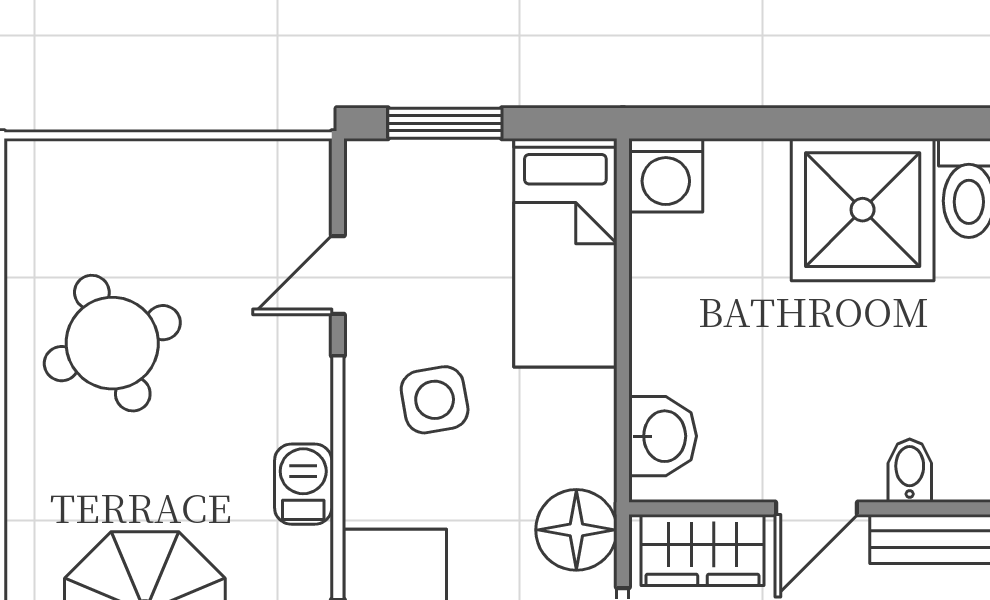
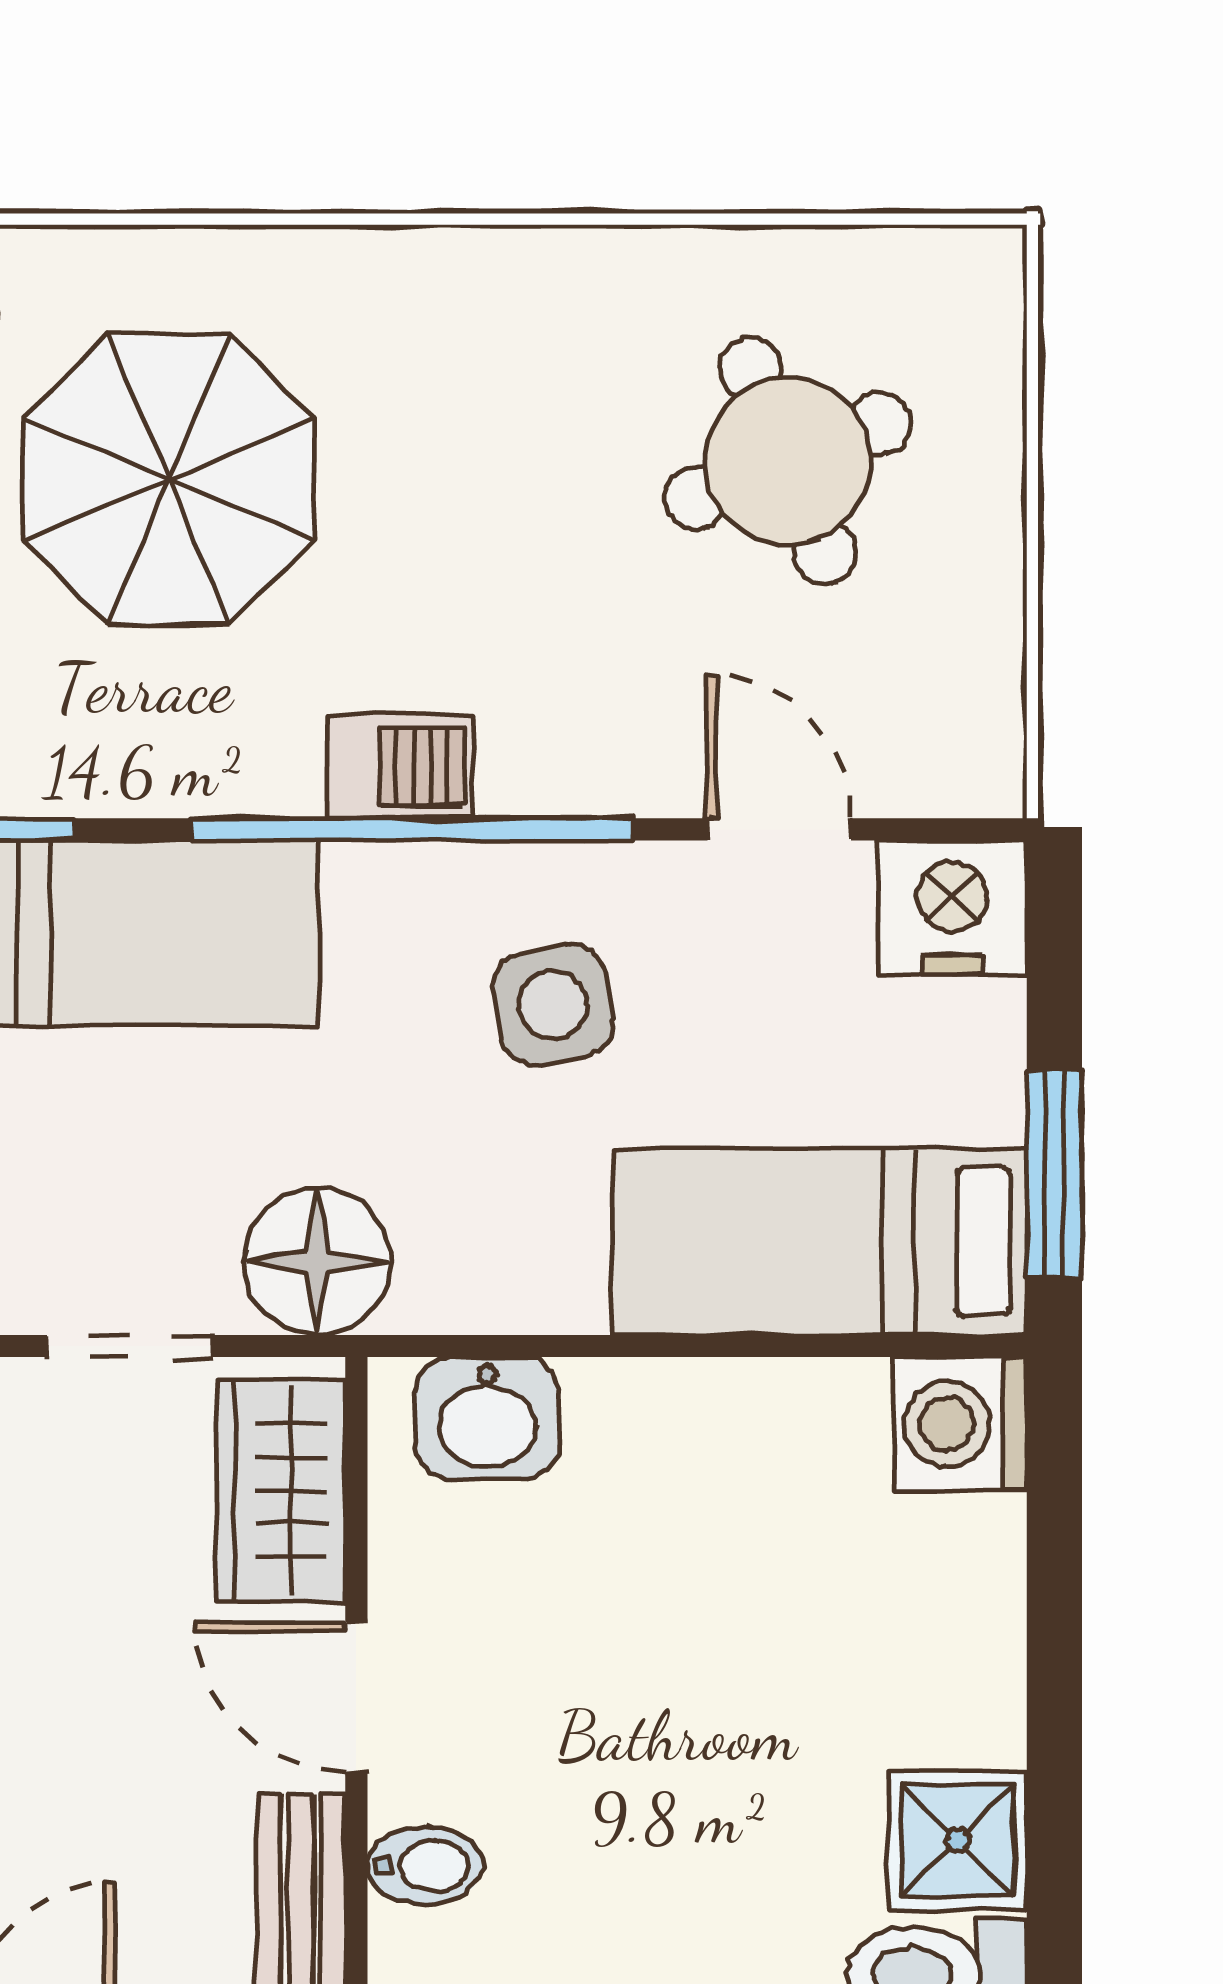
window: (445, 123) -> (1054, 1174), moved
nightstand: (381, 180) -> (952, 907), added
shower: (863, 210) -> (958, 1840), width x0.54, depth x0.54
round table: (112, 343) -> (788, 461), moved

